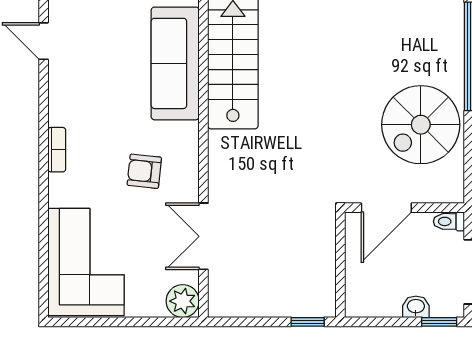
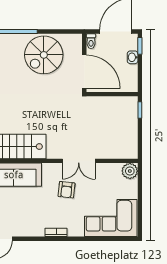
spiral stairs: (421, 125) -> (44, 55), turned 90
door: (386, 208) -> (84, 72), width x1.36
double door: (203, 236) -> (79, 161), moved

